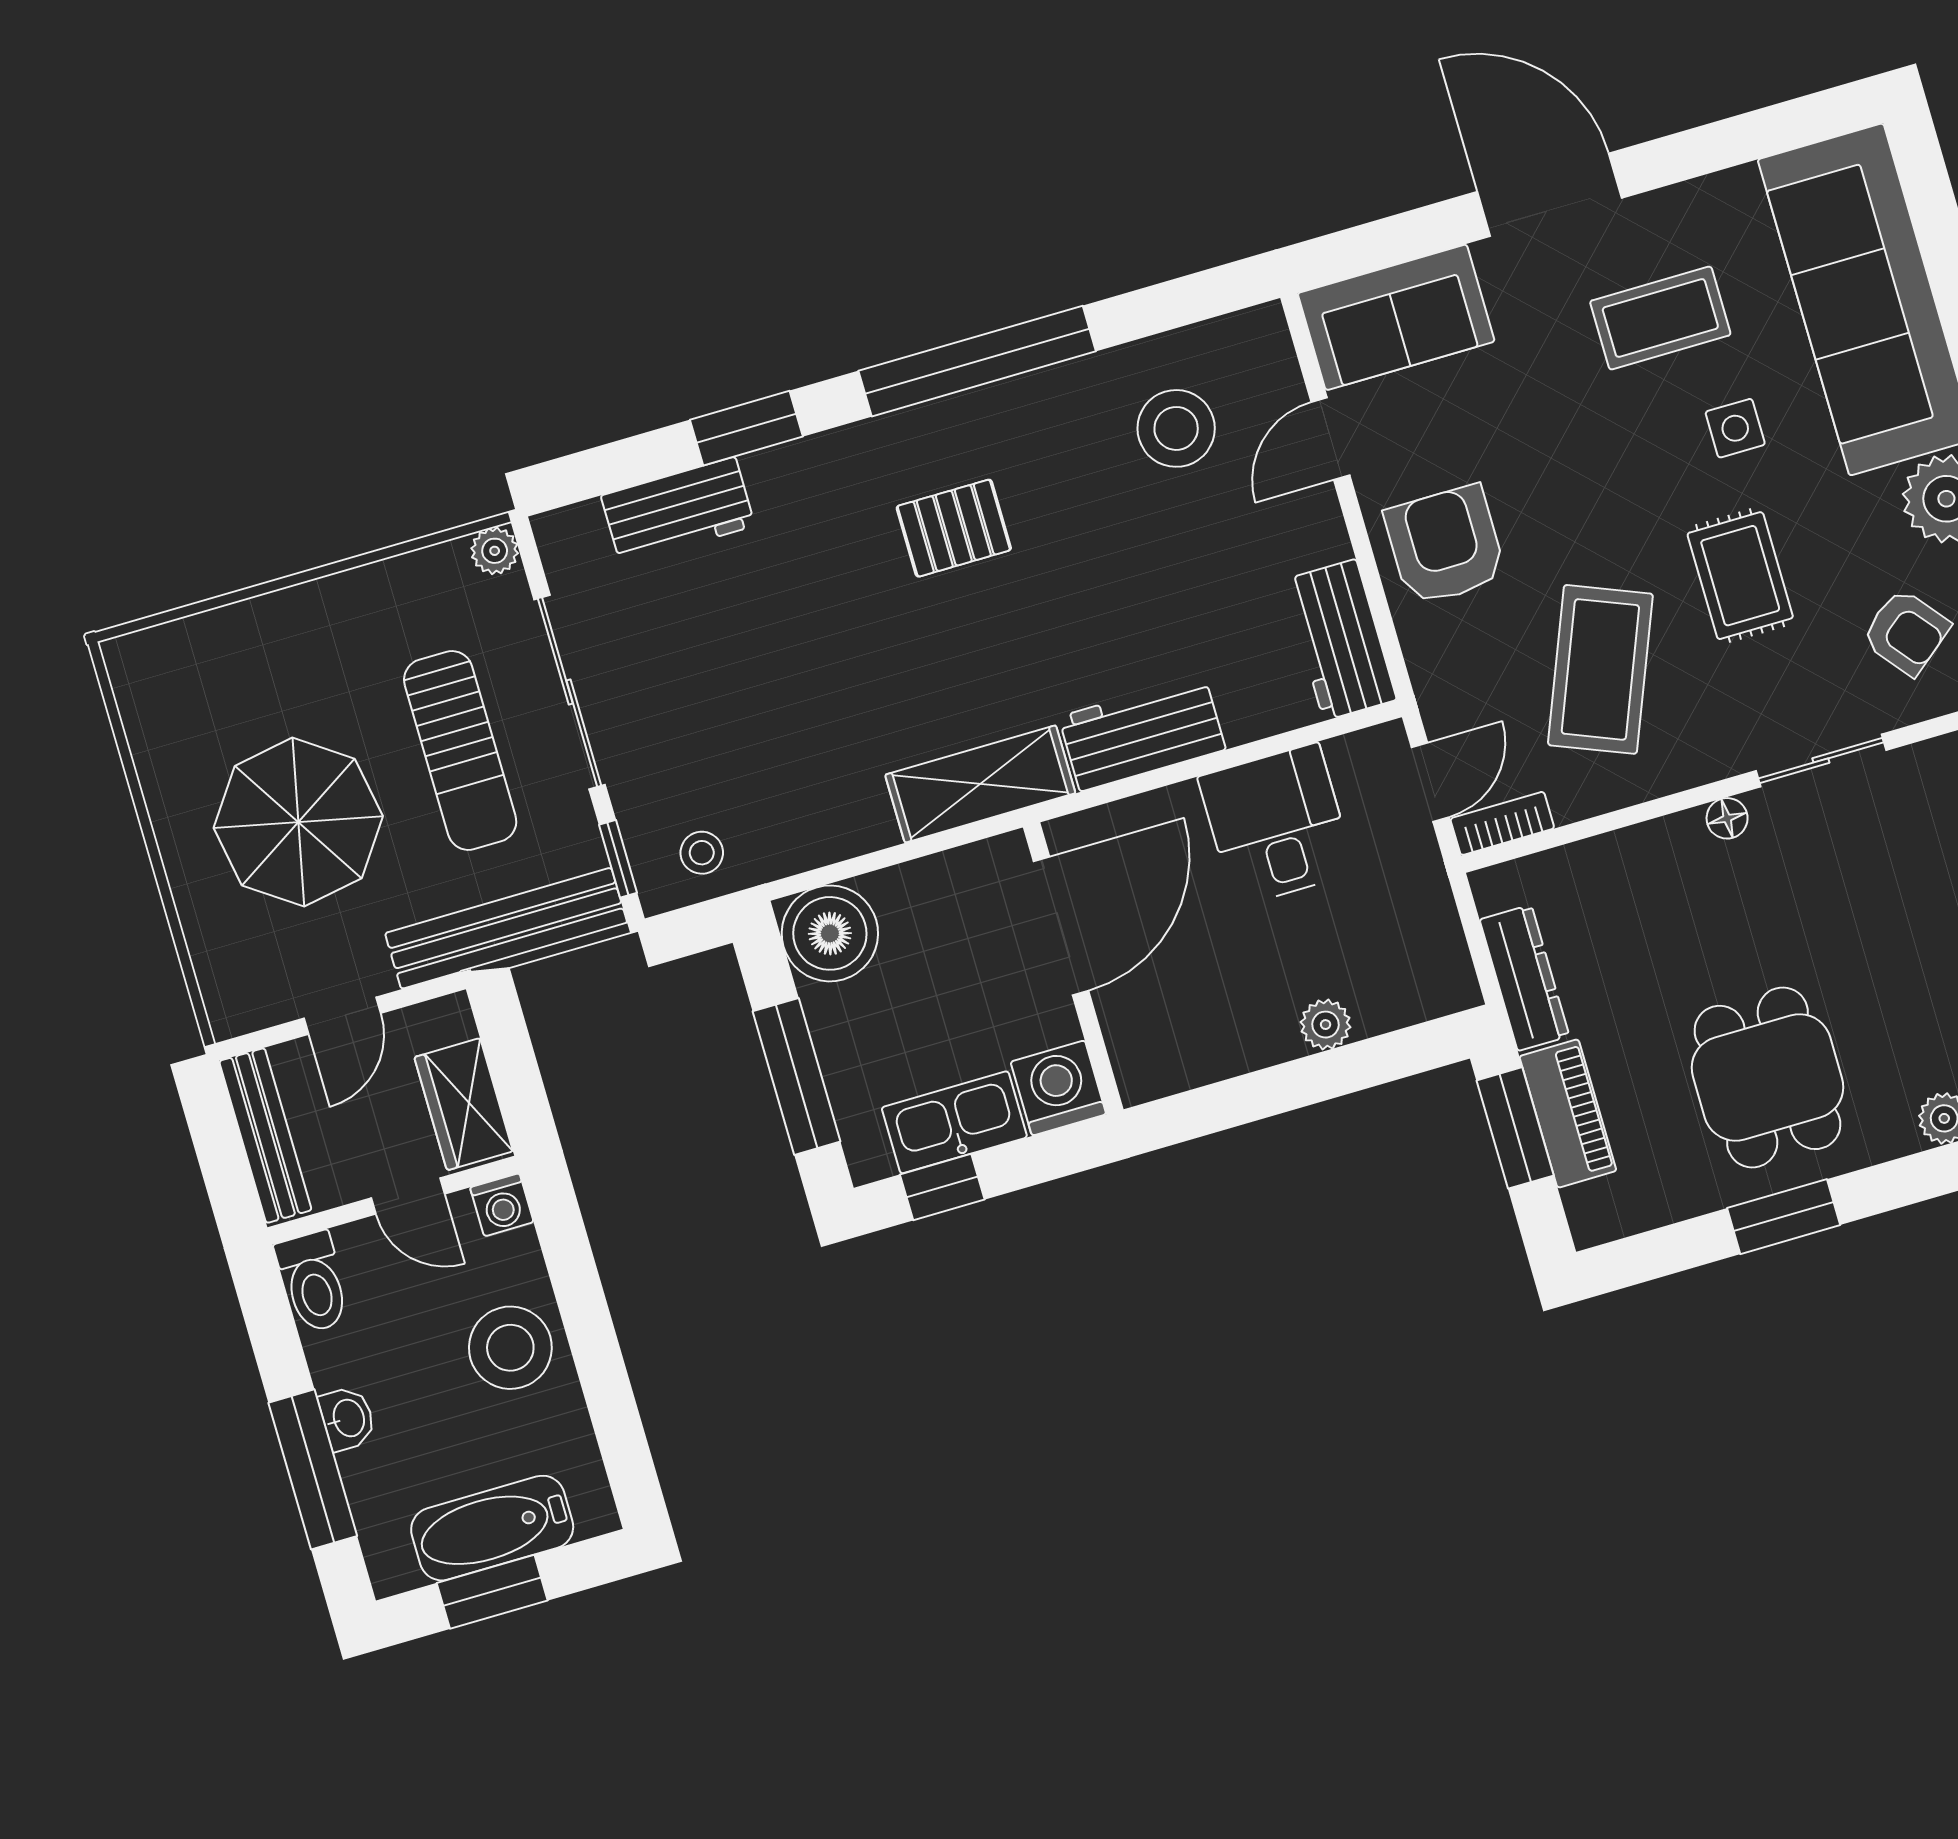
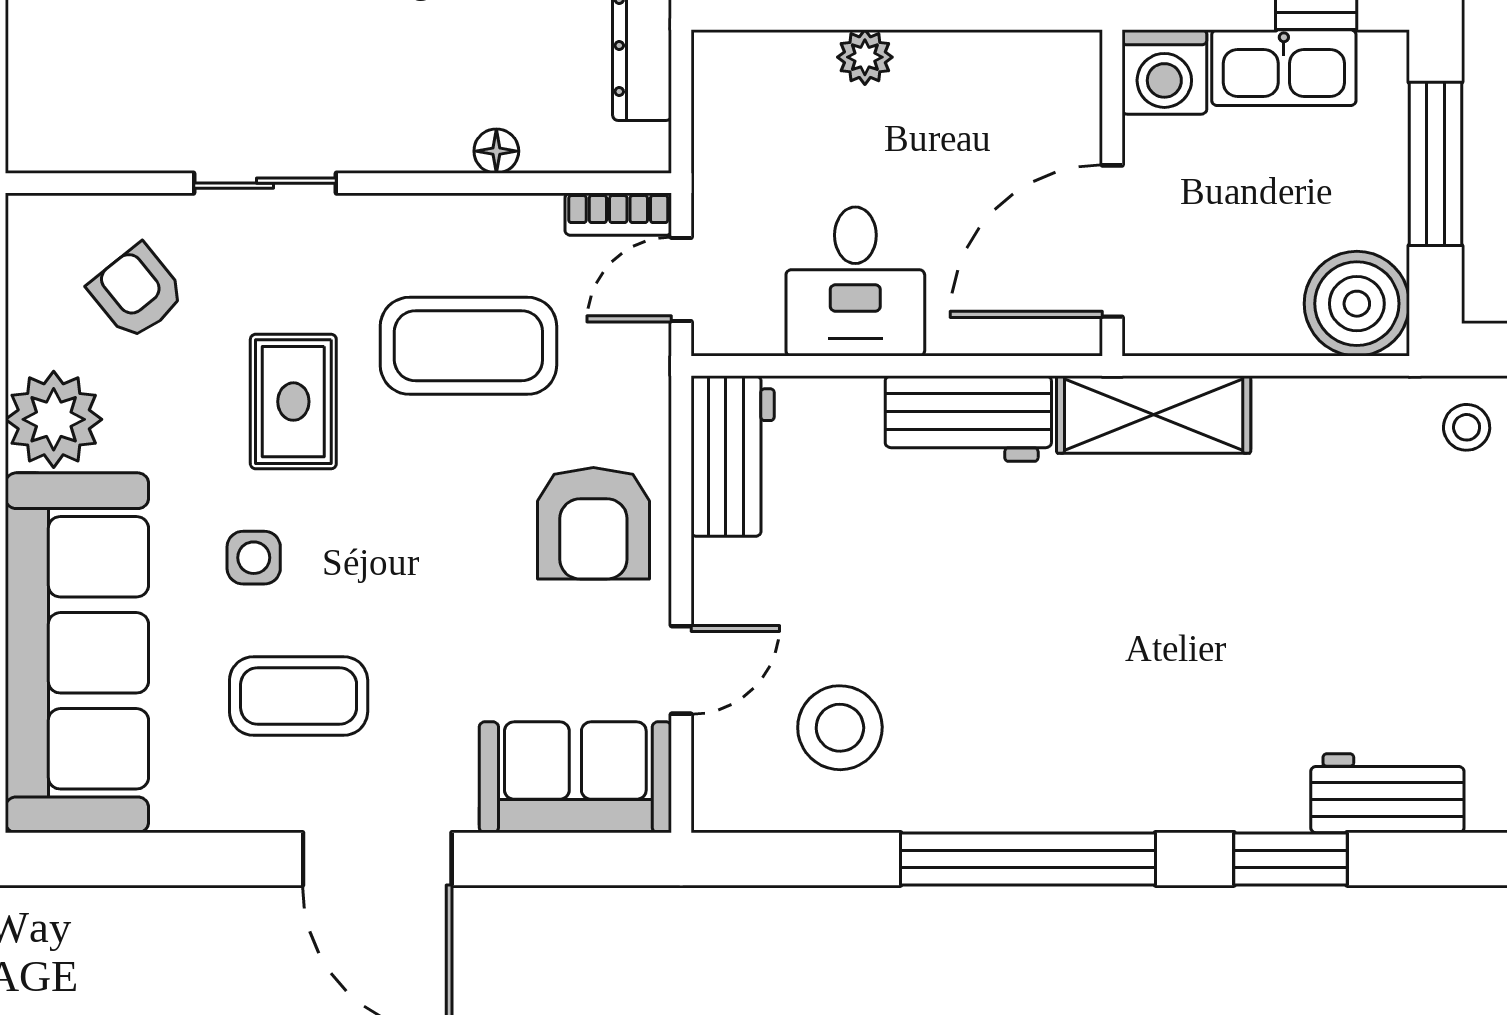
pallet: (954, 528) -> (1103, 691), removed
coffee table: (1600, 669) -> (468, 346), turned 68
floor lamp: (1727, 818) -> (496, 151), moved

